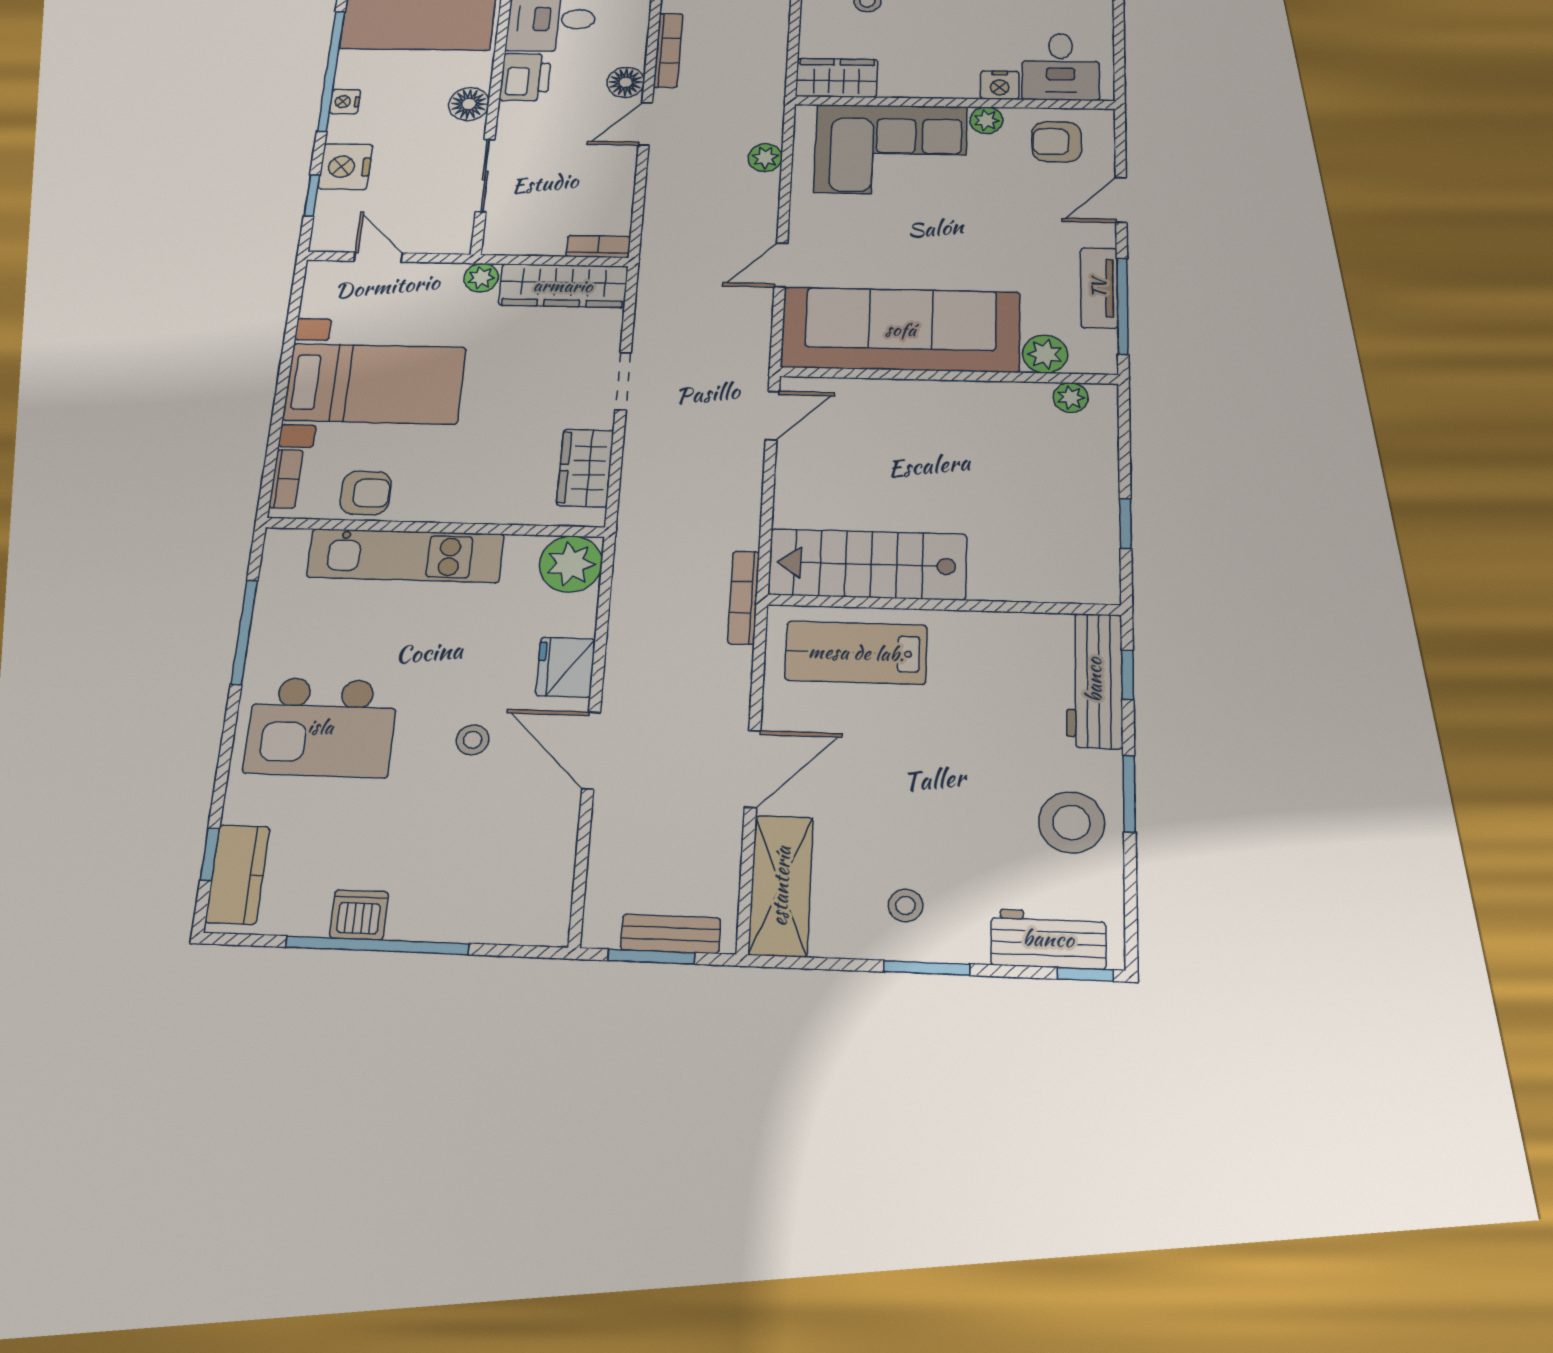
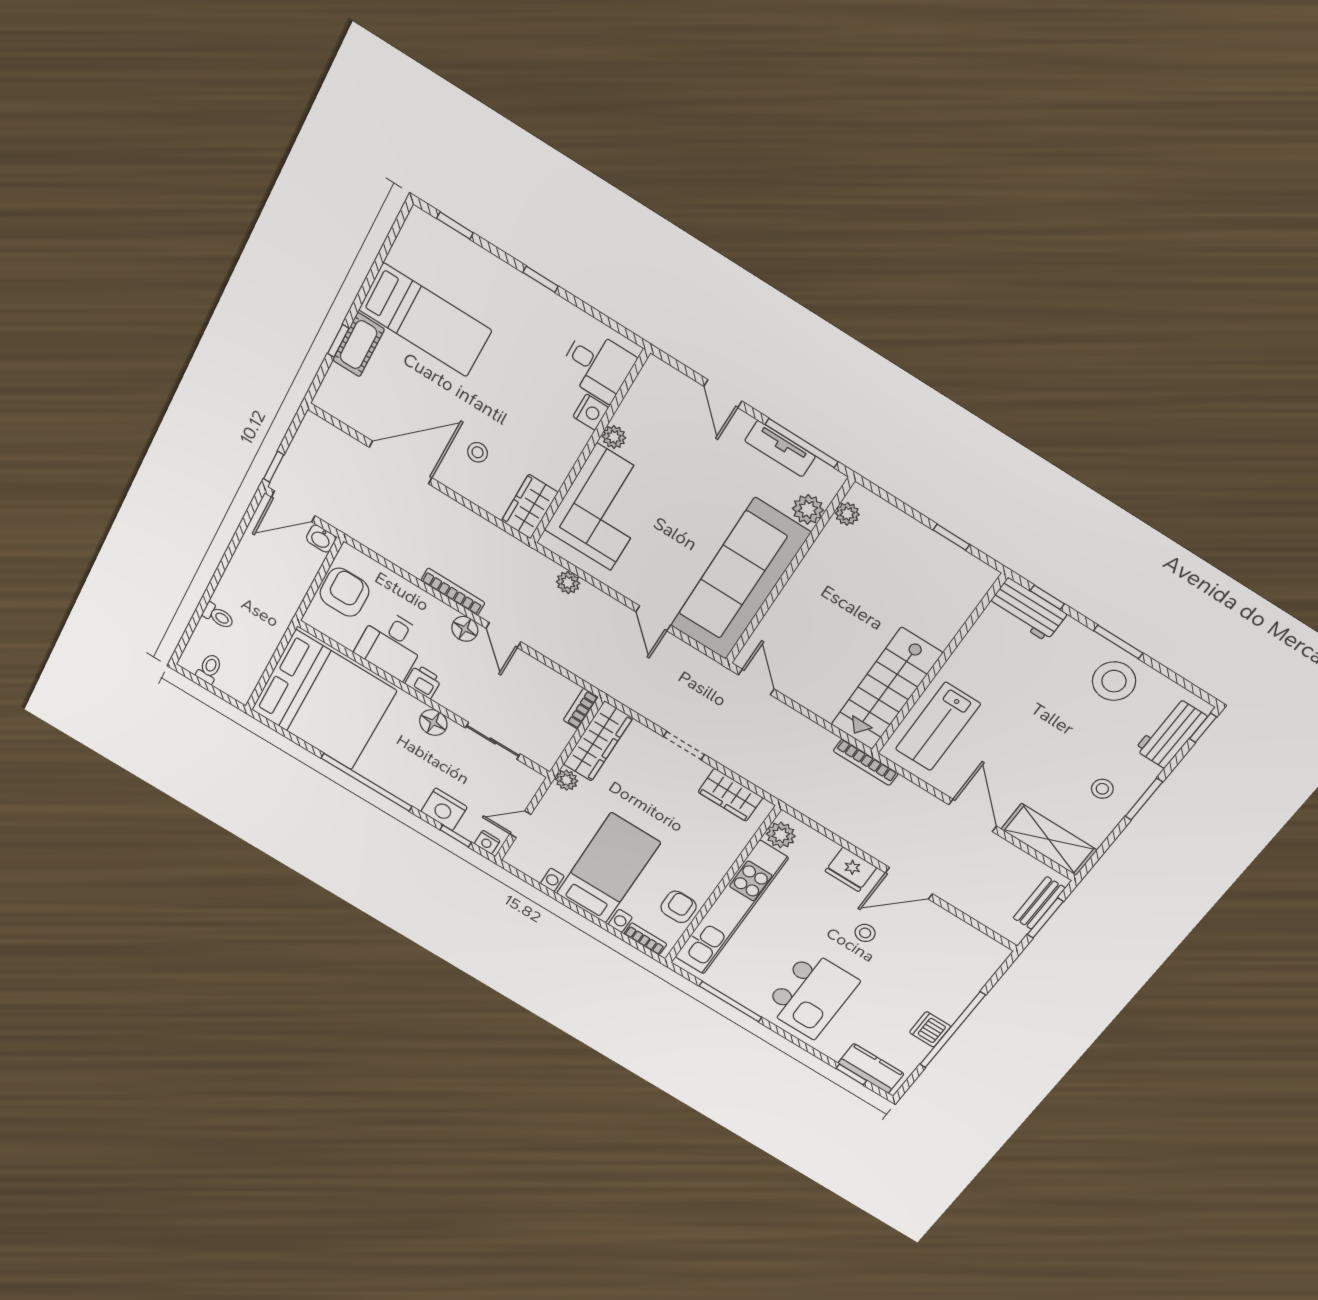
printer: (525, 77) -> (423, 681), width x0.73, depth x0.81
nightstand: (345, 102) -> (487, 842), moved
armchair: (1057, 142) -> (655, 405), removed
kitchen unit: (405, 556) -> (731, 908), width x1.36
plant: (571, 564) -> (781, 835), width x0.73, depth x0.73
workbench: (1094, 680) -> (1027, 610), width x0.73

